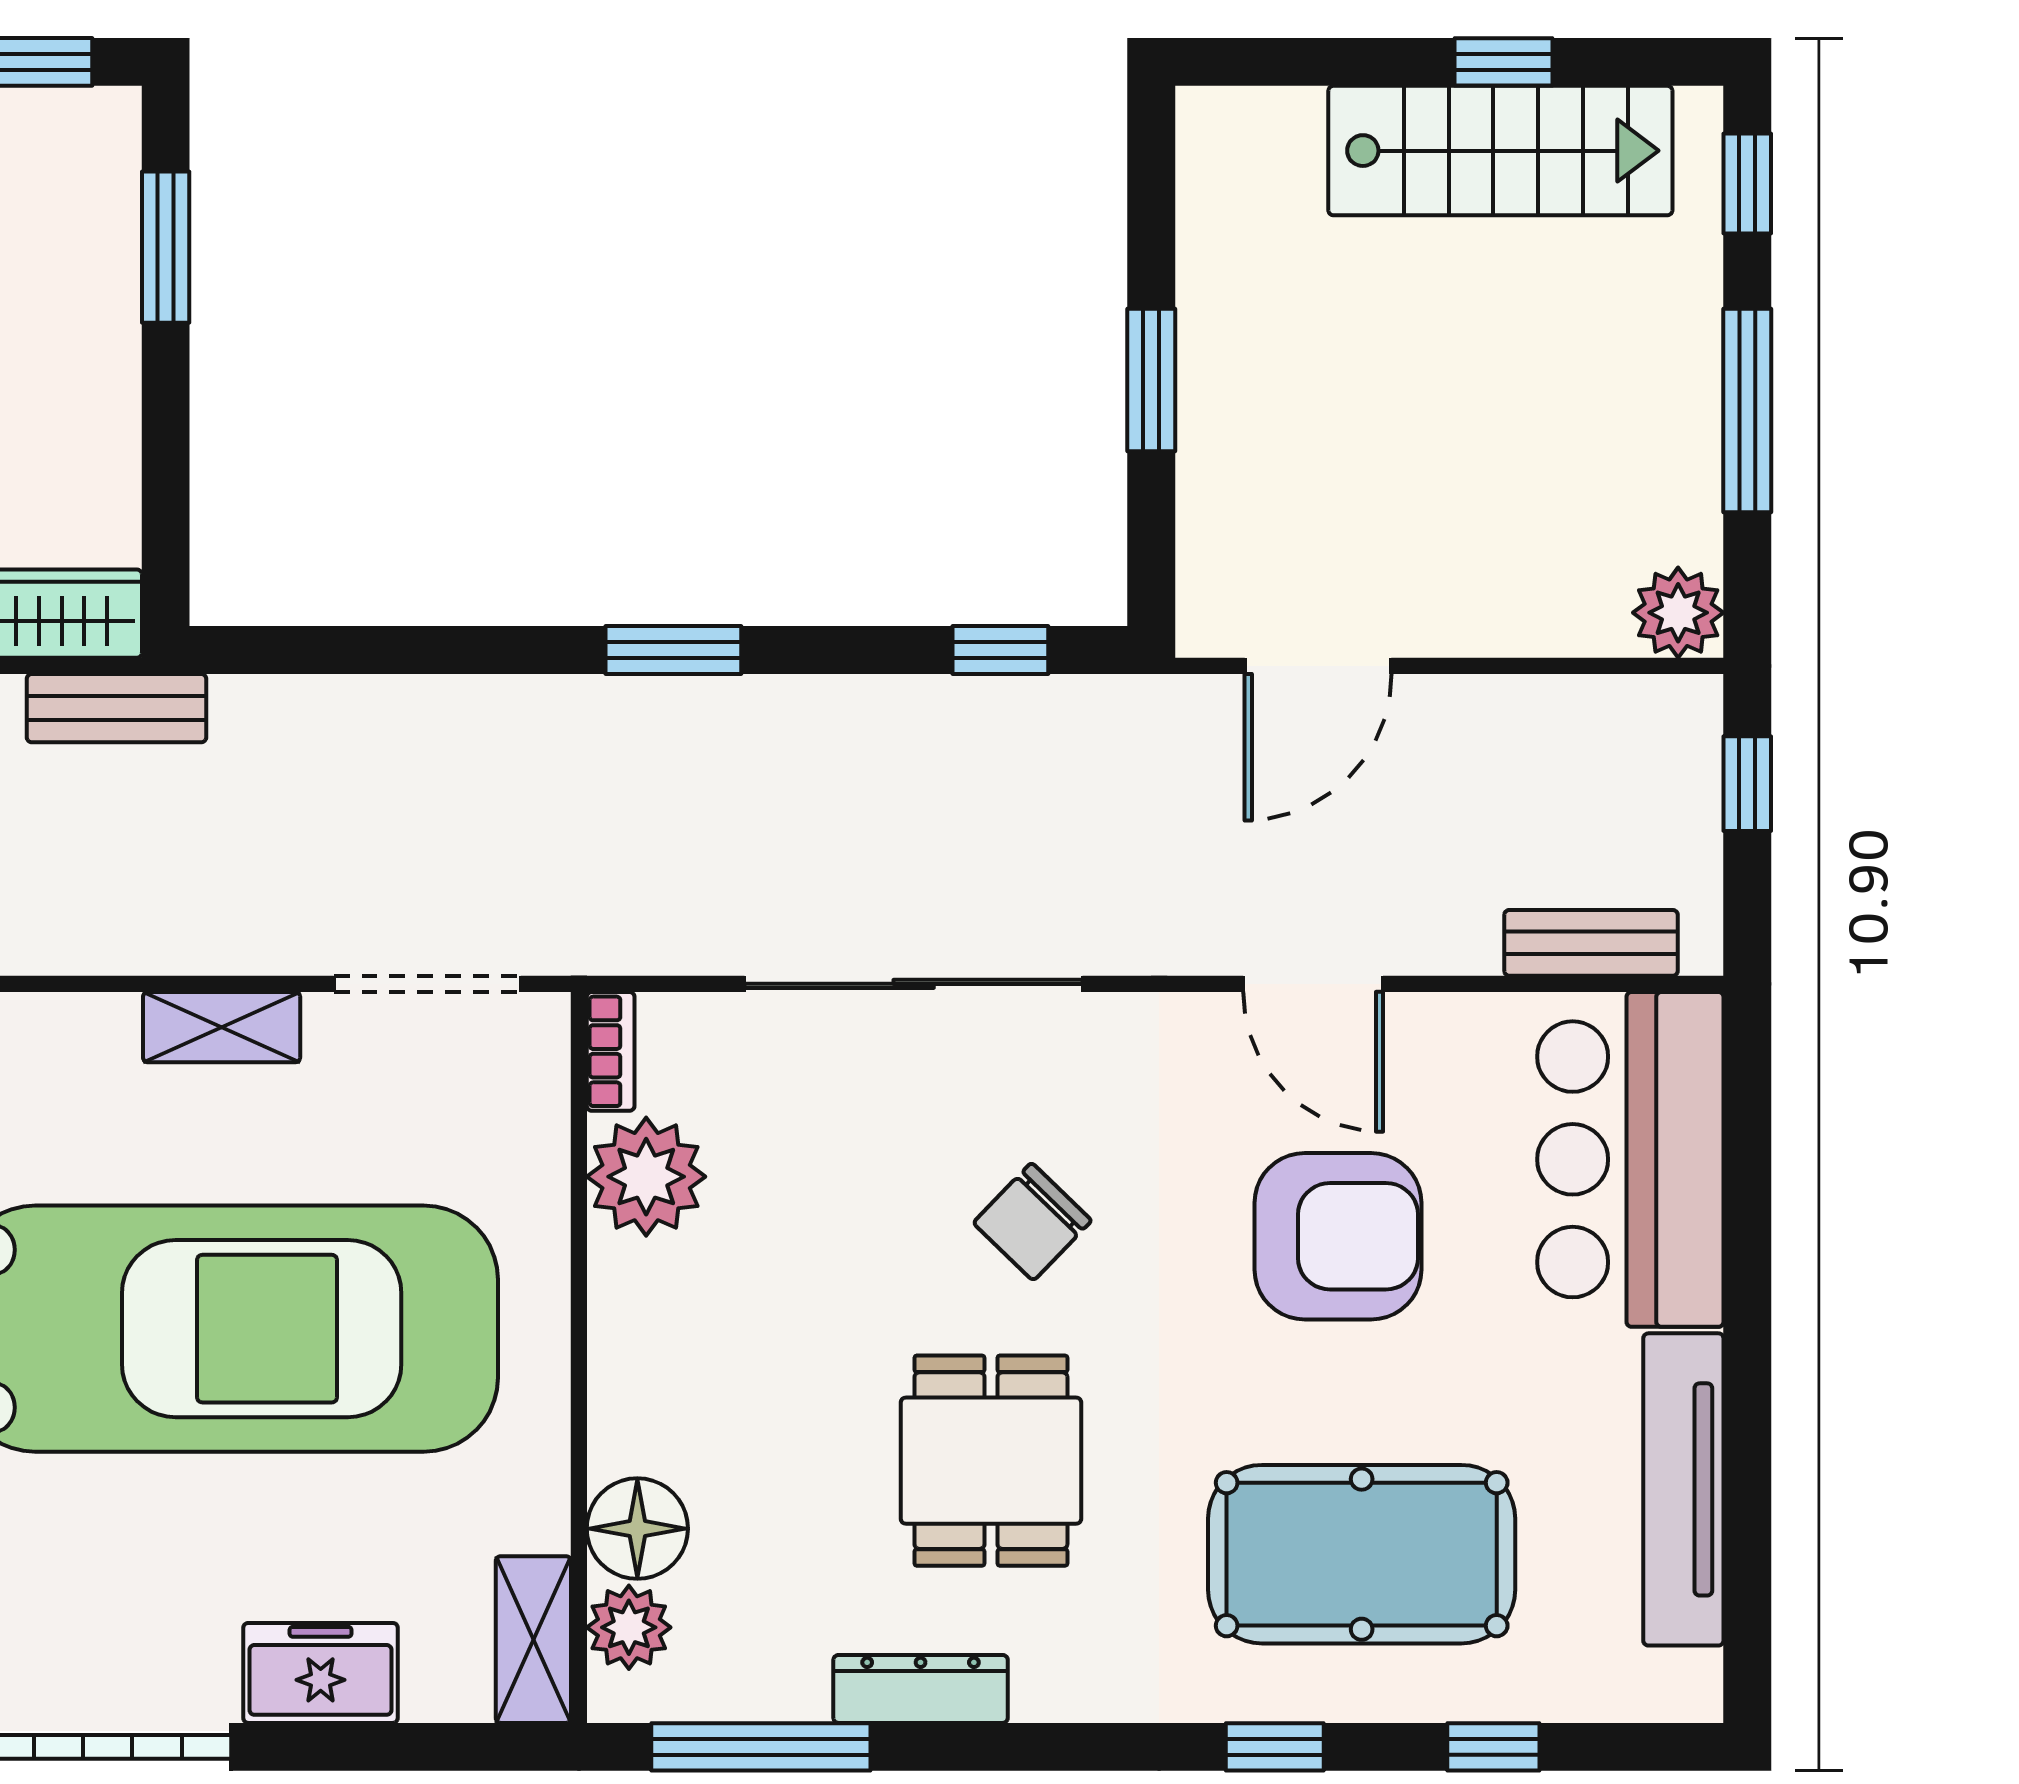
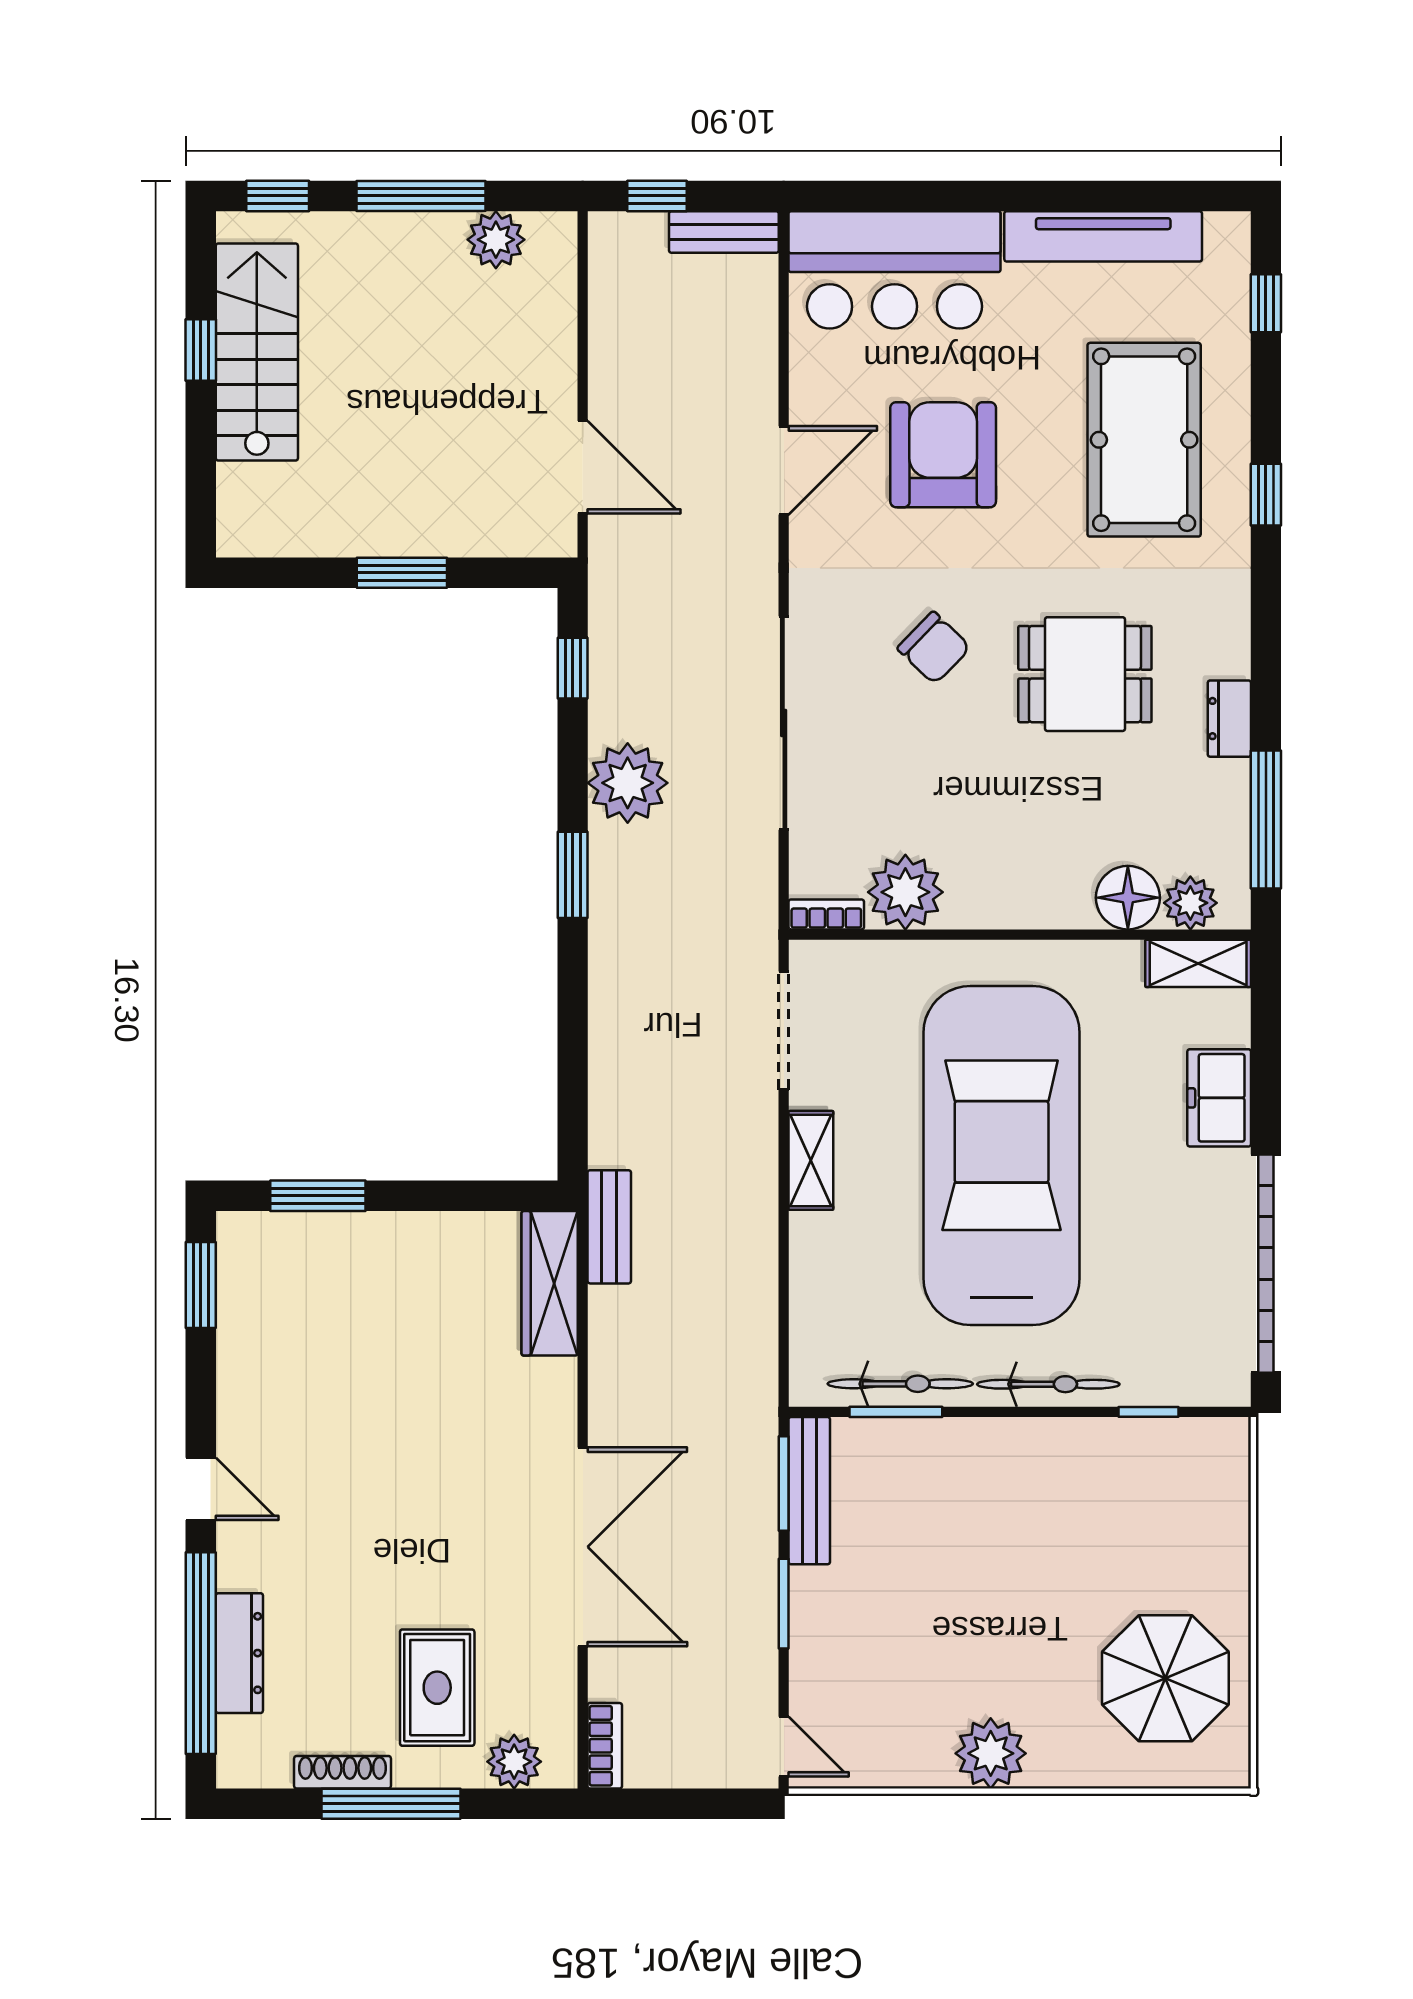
plant: (1678, 613) -> (496, 240), moved
plant: (819, 737) -> (628, 783), added
bench: (1591, 943) -> (724, 232), moved, turned 90
dresser: (921, 1689) -> (1229, 719), width x0.70
window: (1493, 1747) -> (1266, 303), moved

